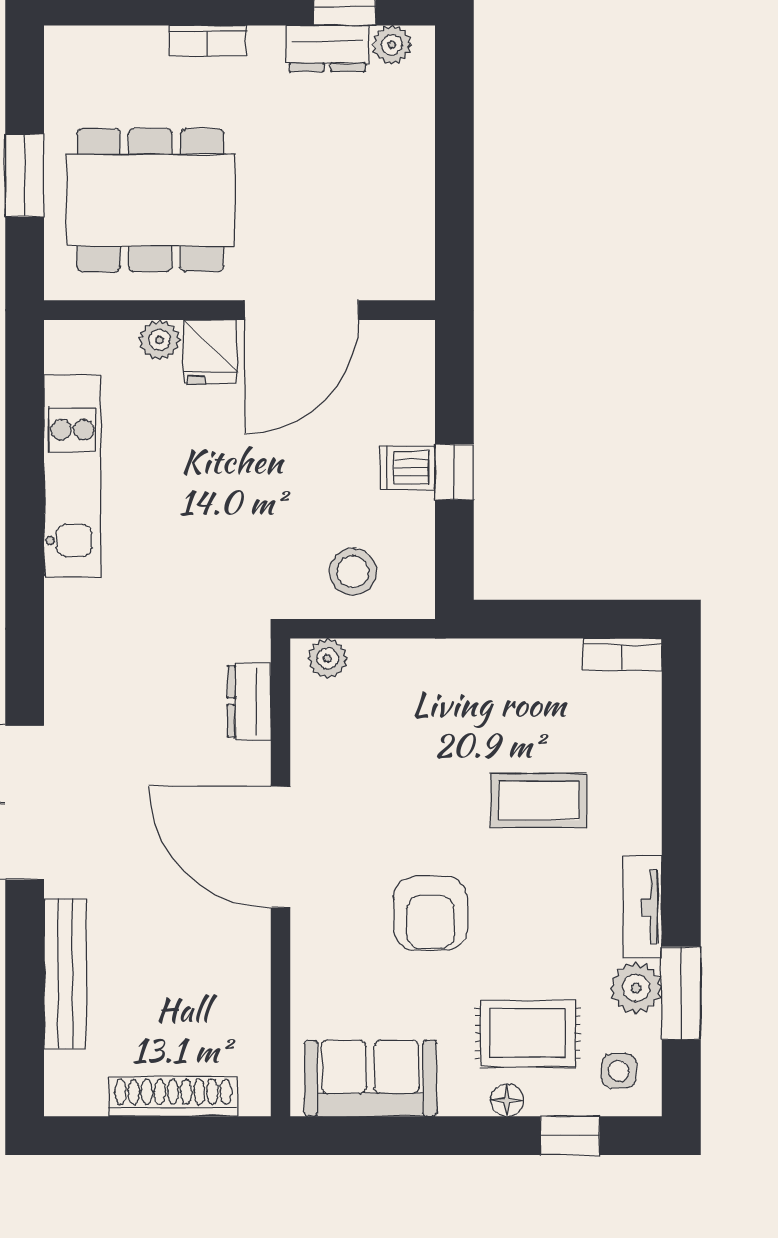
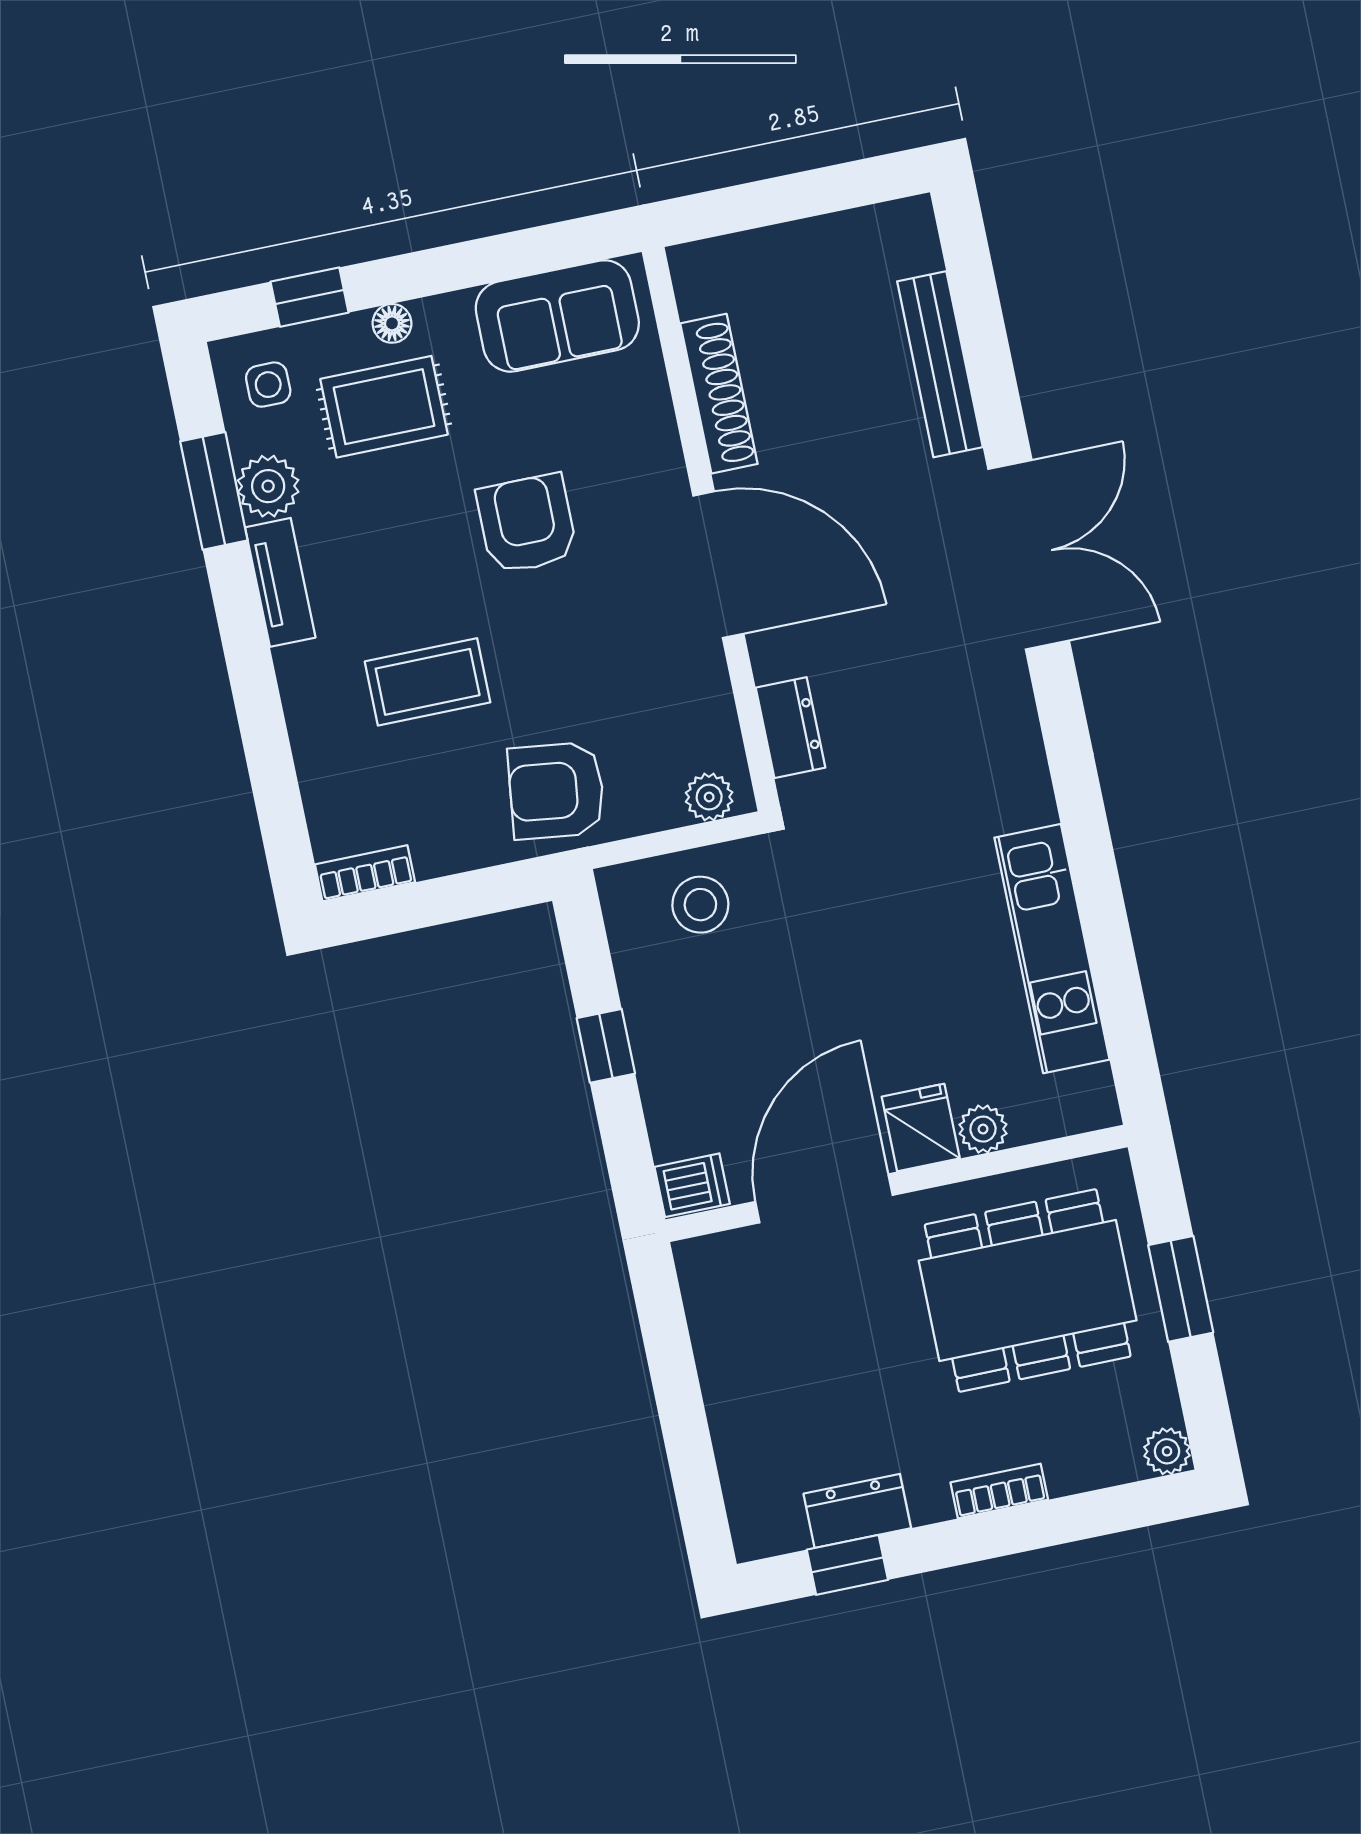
plant: (392, 45) -> (1167, 1451), moved
dishwasher: (407, 468) -> (692, 1185), moved
armchair: (452, 689) -> (556, 791), added
shoe rack: (173, 1097) -> (719, 394), moved, turned -90

